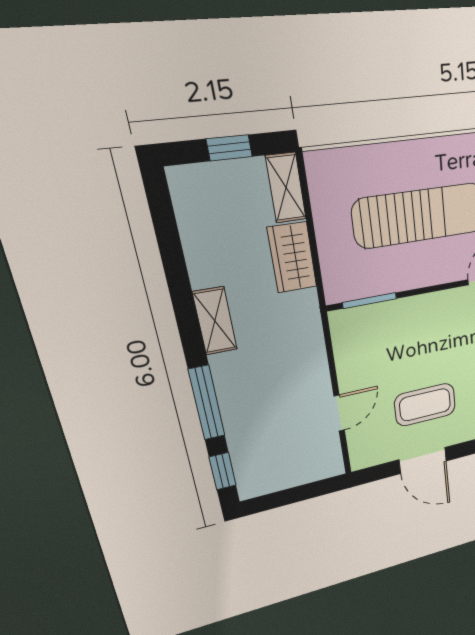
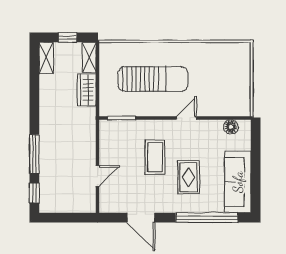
shelving: (215, 321) -> (46, 58), moved
coffee table: (425, 405) -> (155, 157), moved, turned 90

